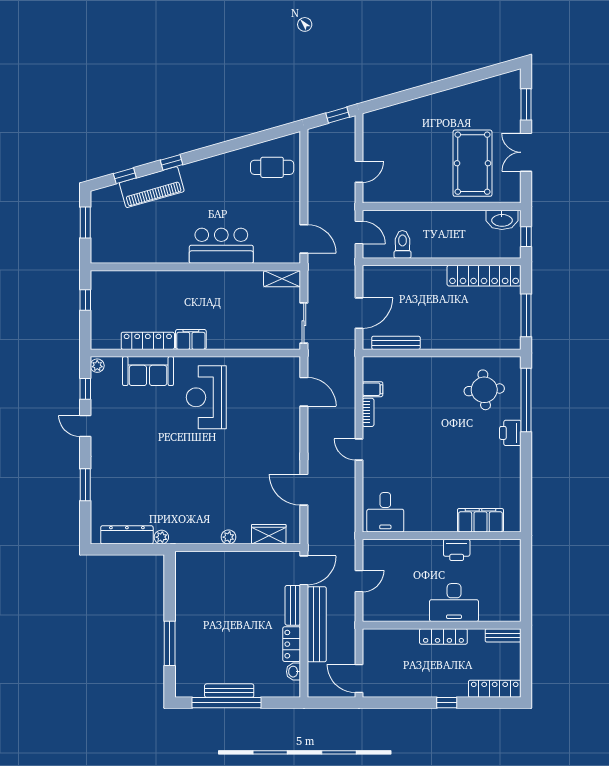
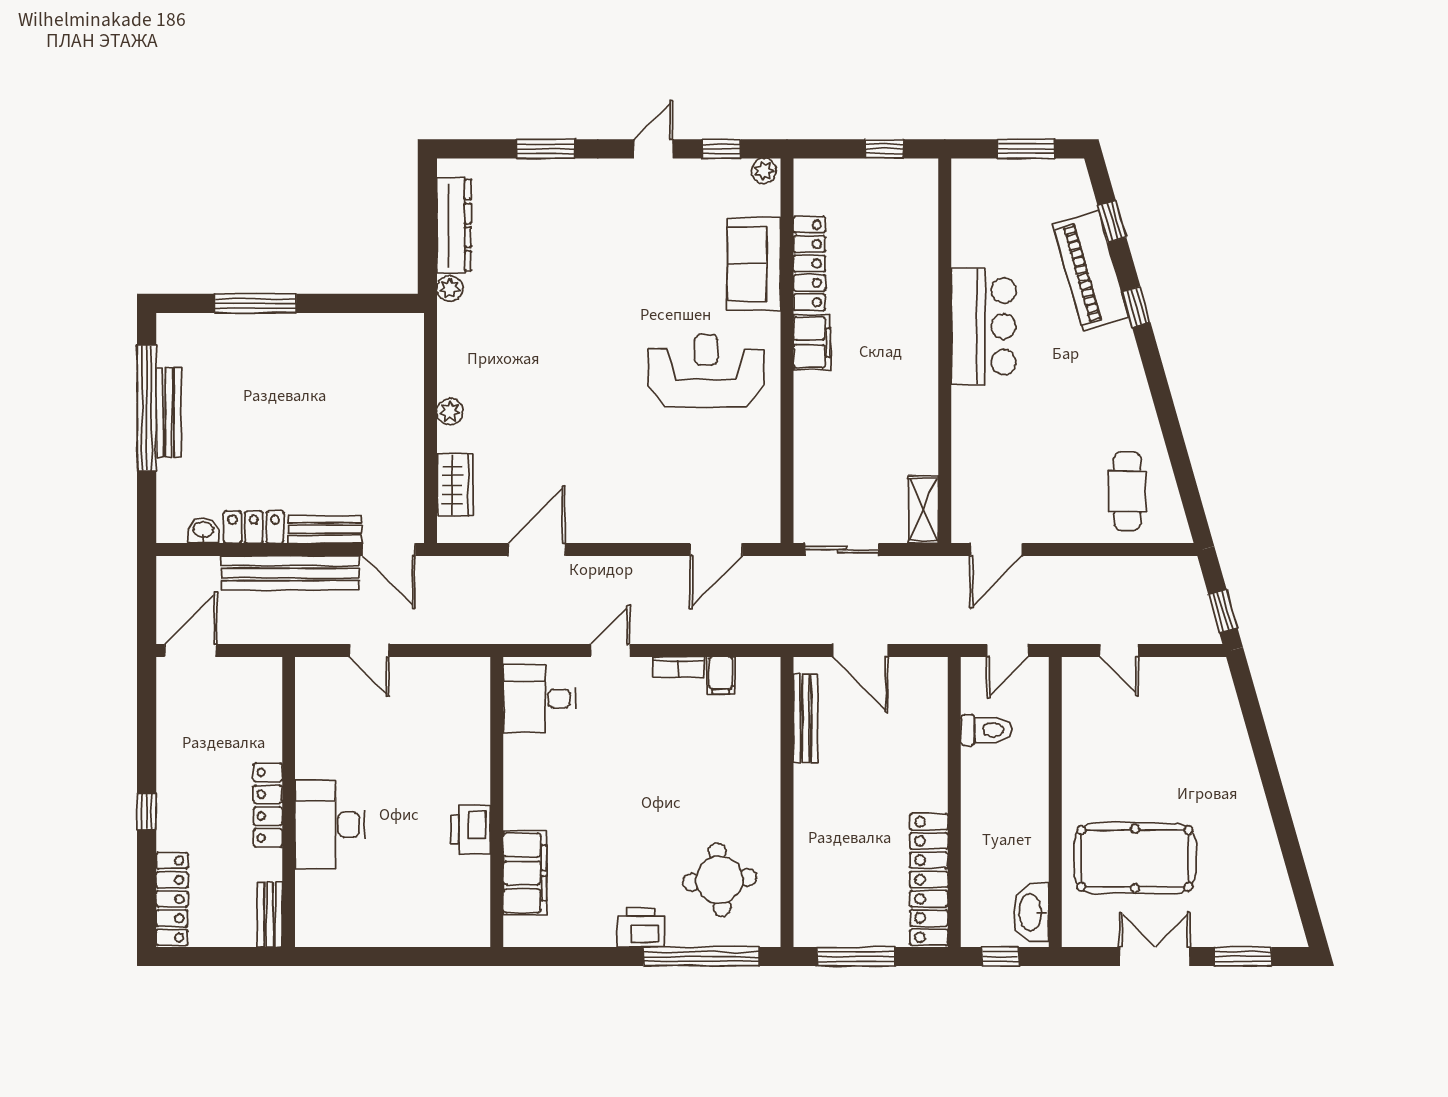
bar counter: (221, 246) -> (984, 326), moved
desk: (385, 512) -> (539, 699), moved
filing cabinet: (480, 520) -> (525, 873), moved
wall: (442, 536) -> (497, 802), moved
printer: (457, 550) -> (471, 829), moved

